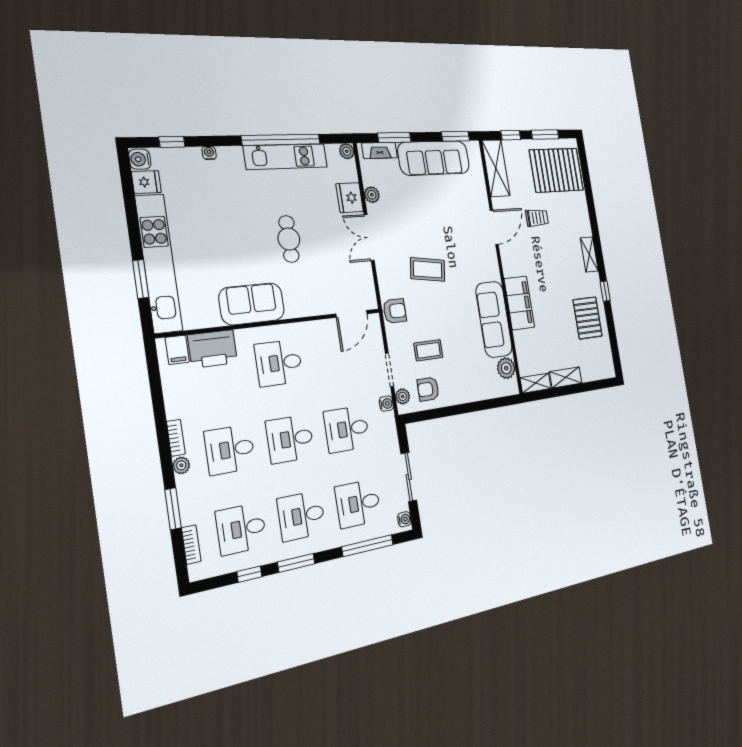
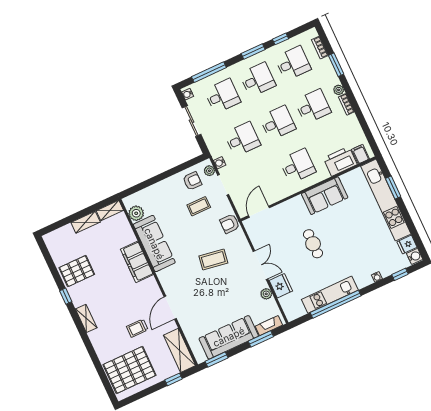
window: (545, 134) -> (145, 392), removed
plant: (347, 151) -> (291, 315), removed
pallet: (588, 318) -> (77, 271), turned 90

